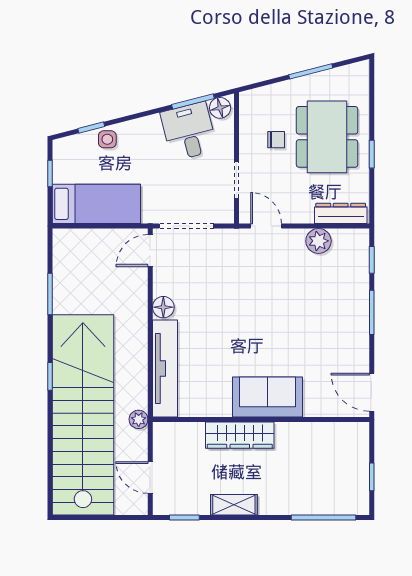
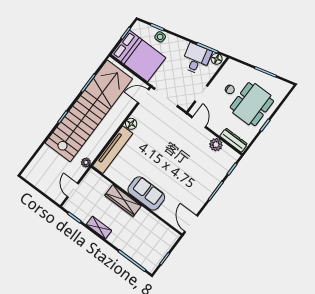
bed: (96, 204) -> (139, 56), width x1.50
stairs: (83, 415) -> (89, 111), moved

